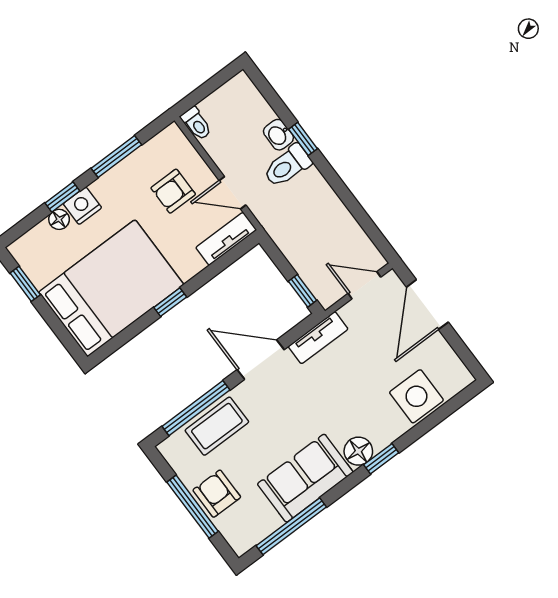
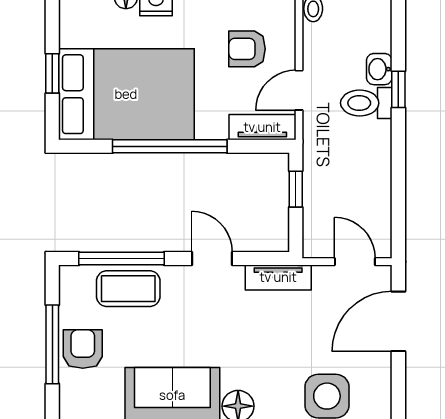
door: (233, 193) -> (299, 90), hinge flipped
window: (25, 284) -> (52, 73), moved
window: (302, 291) -> (296, 189), moved
window: (170, 302) -> (170, 146), width x3.17
door: (261, 360) -> (212, 258), width x0.73

